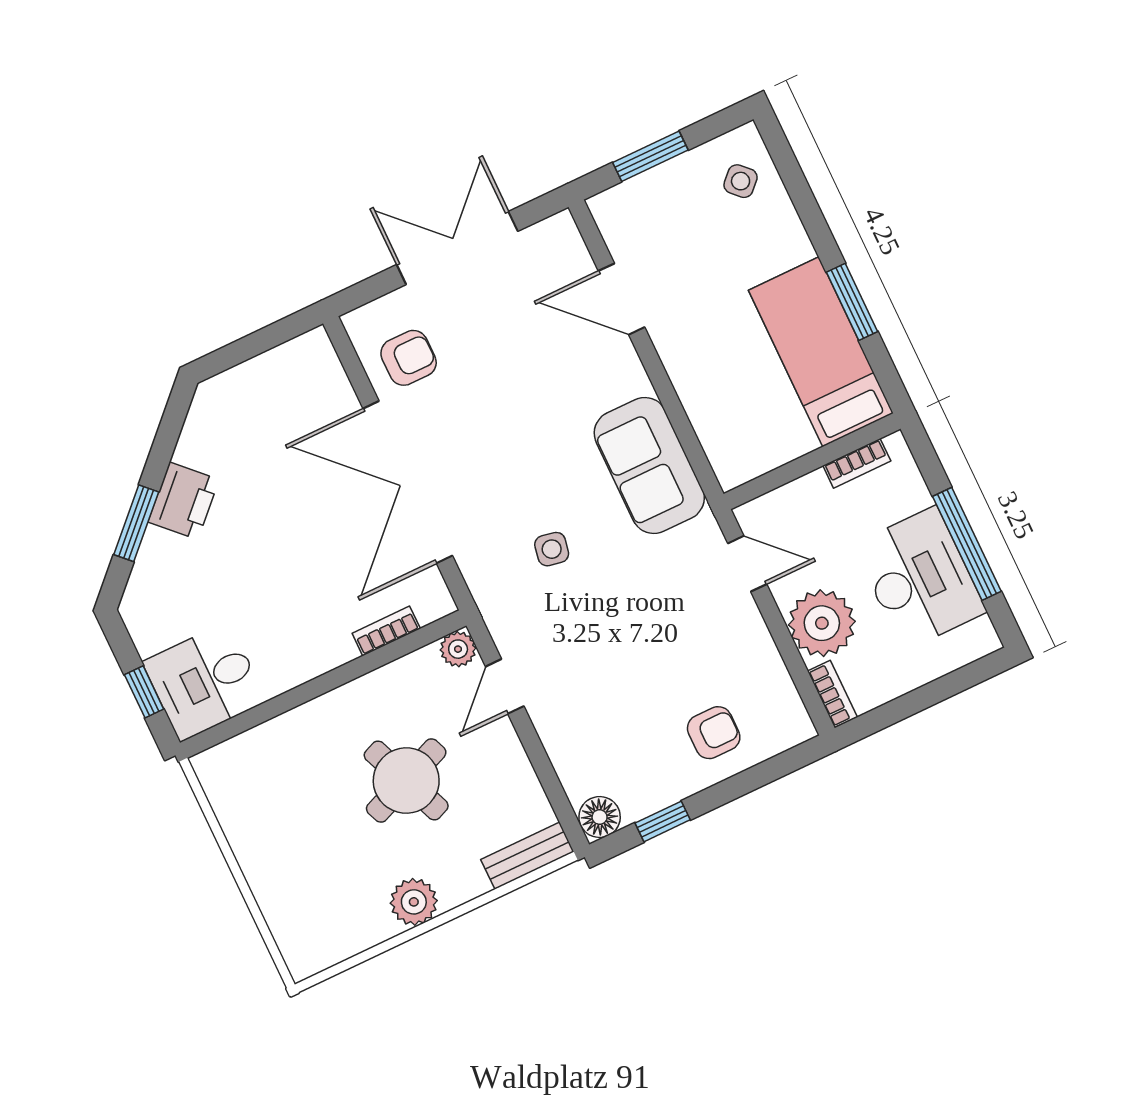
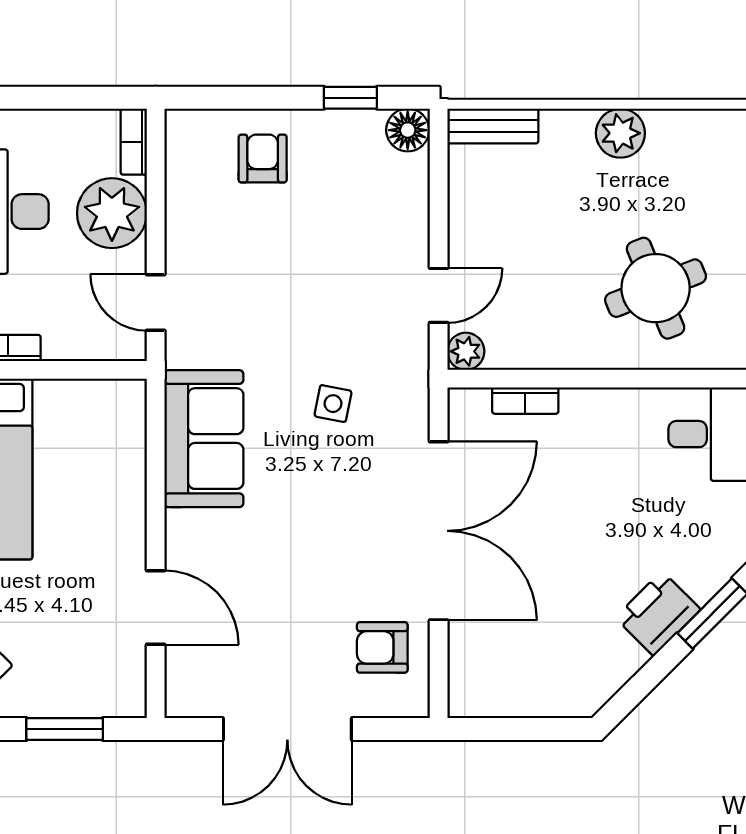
armchair: (714, 733) -> (263, 159), turned 90
round table: (406, 781) -> (656, 288), moved

